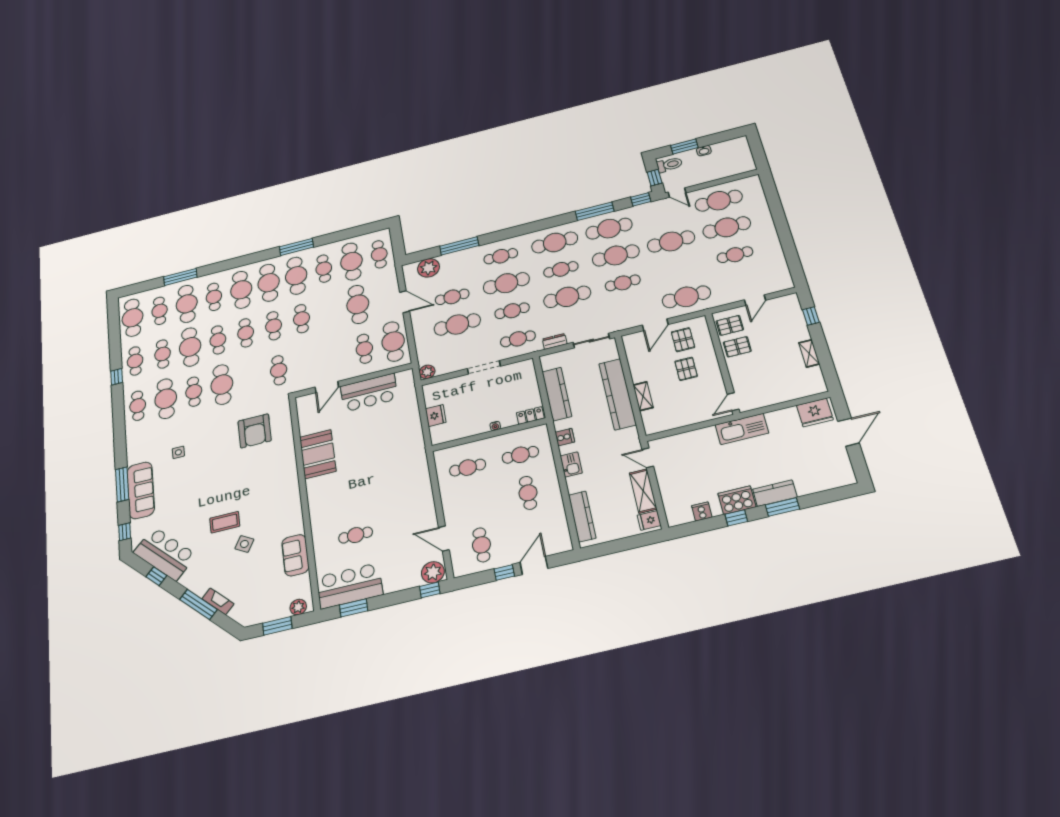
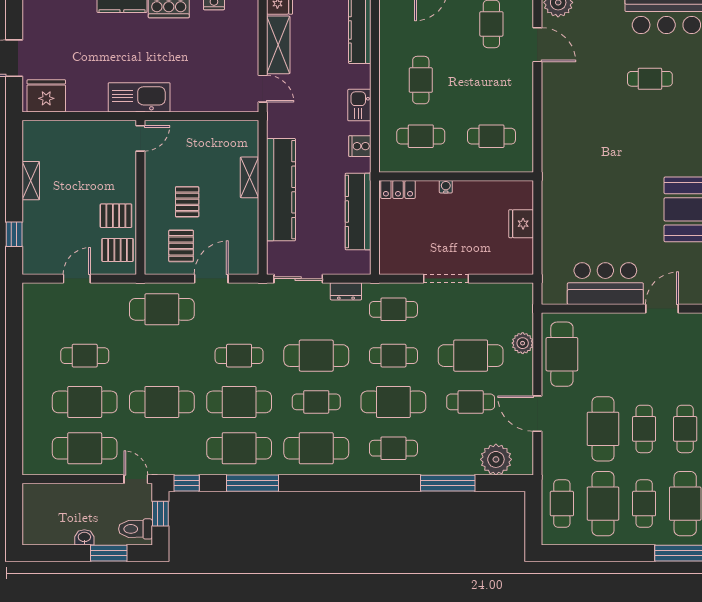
cafe table: (364, 349) -> (644, 429), moved
plant: (427, 372) -> (523, 343), moved

